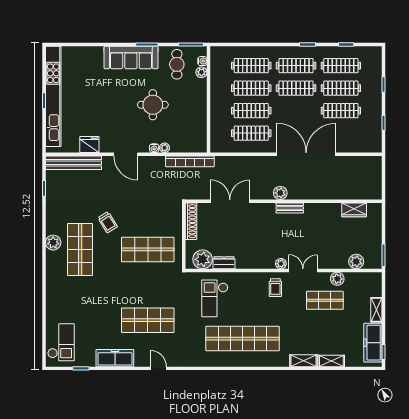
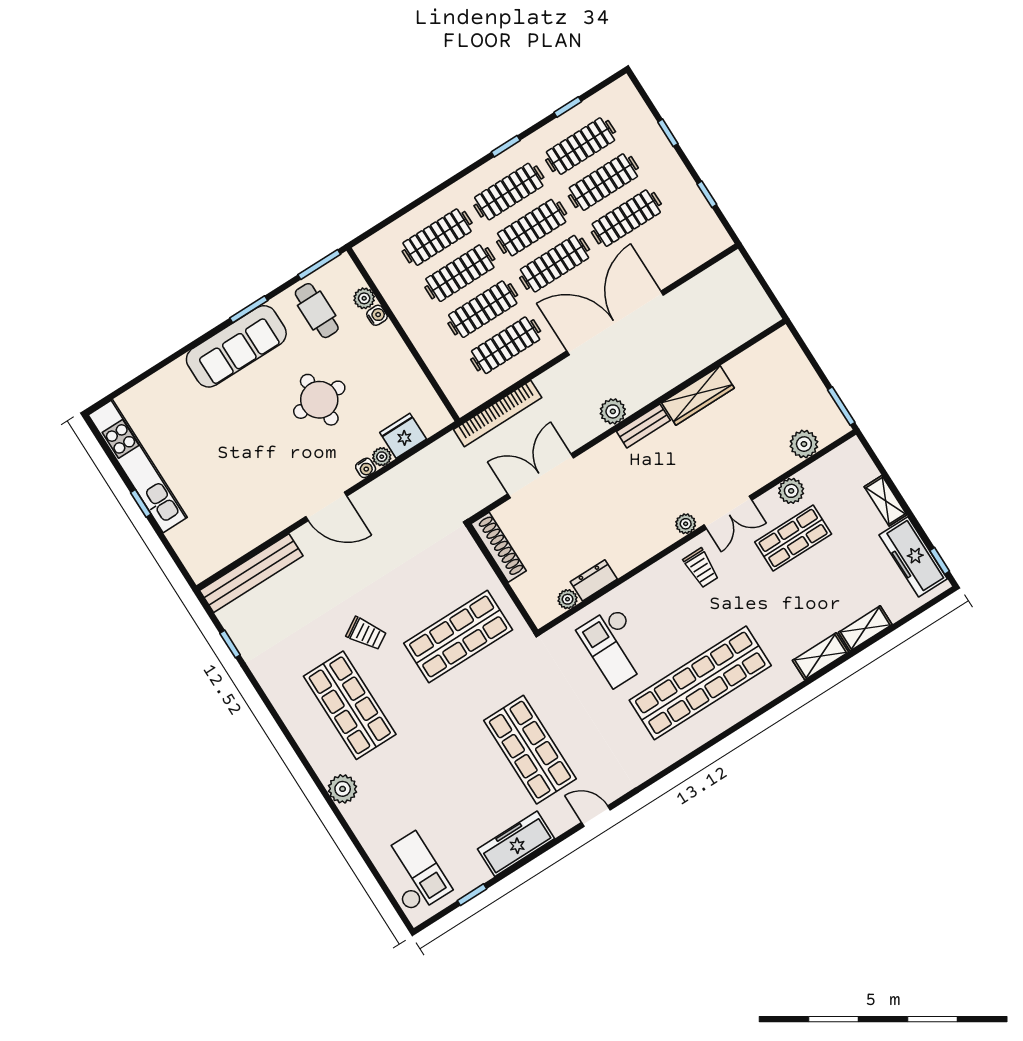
water cooler: (202, 61) -> (377, 315), moved
kitchen unit: (53, 96) -> (138, 466), width x0.73
clothes rail: (296, 111) -> (555, 264), added
fridge: (89, 145) -> (403, 436), moved
bookcase: (190, 161) -> (498, 413), moved
wardrobe: (354, 210) -> (698, 395), moved, width x1.50
plant: (53, 243) -> (343, 789), moved
plant: (203, 259) -> (568, 599), width x0.53, depth x0.53
double door: (303, 270) -> (728, 512), swing flipped
shop shelf: (148, 320) -> (530, 750), turned 90

